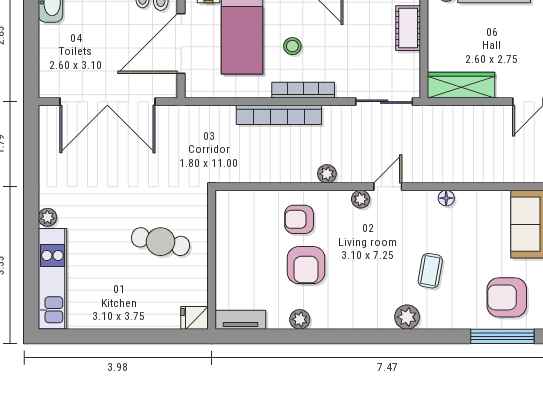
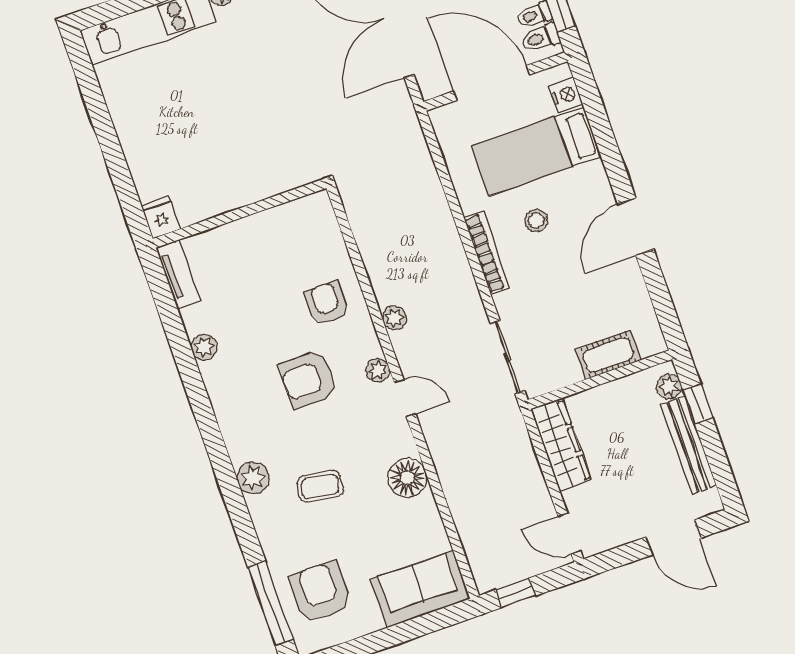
bookcase: (279, 115) -> (446, 234), removed
floor lamp: (446, 198) -> (407, 478), width x1.89, depth x1.89
cafe table: (161, 242) -> (240, 143), removed
armchair: (306, 265) -> (309, 379), moved

